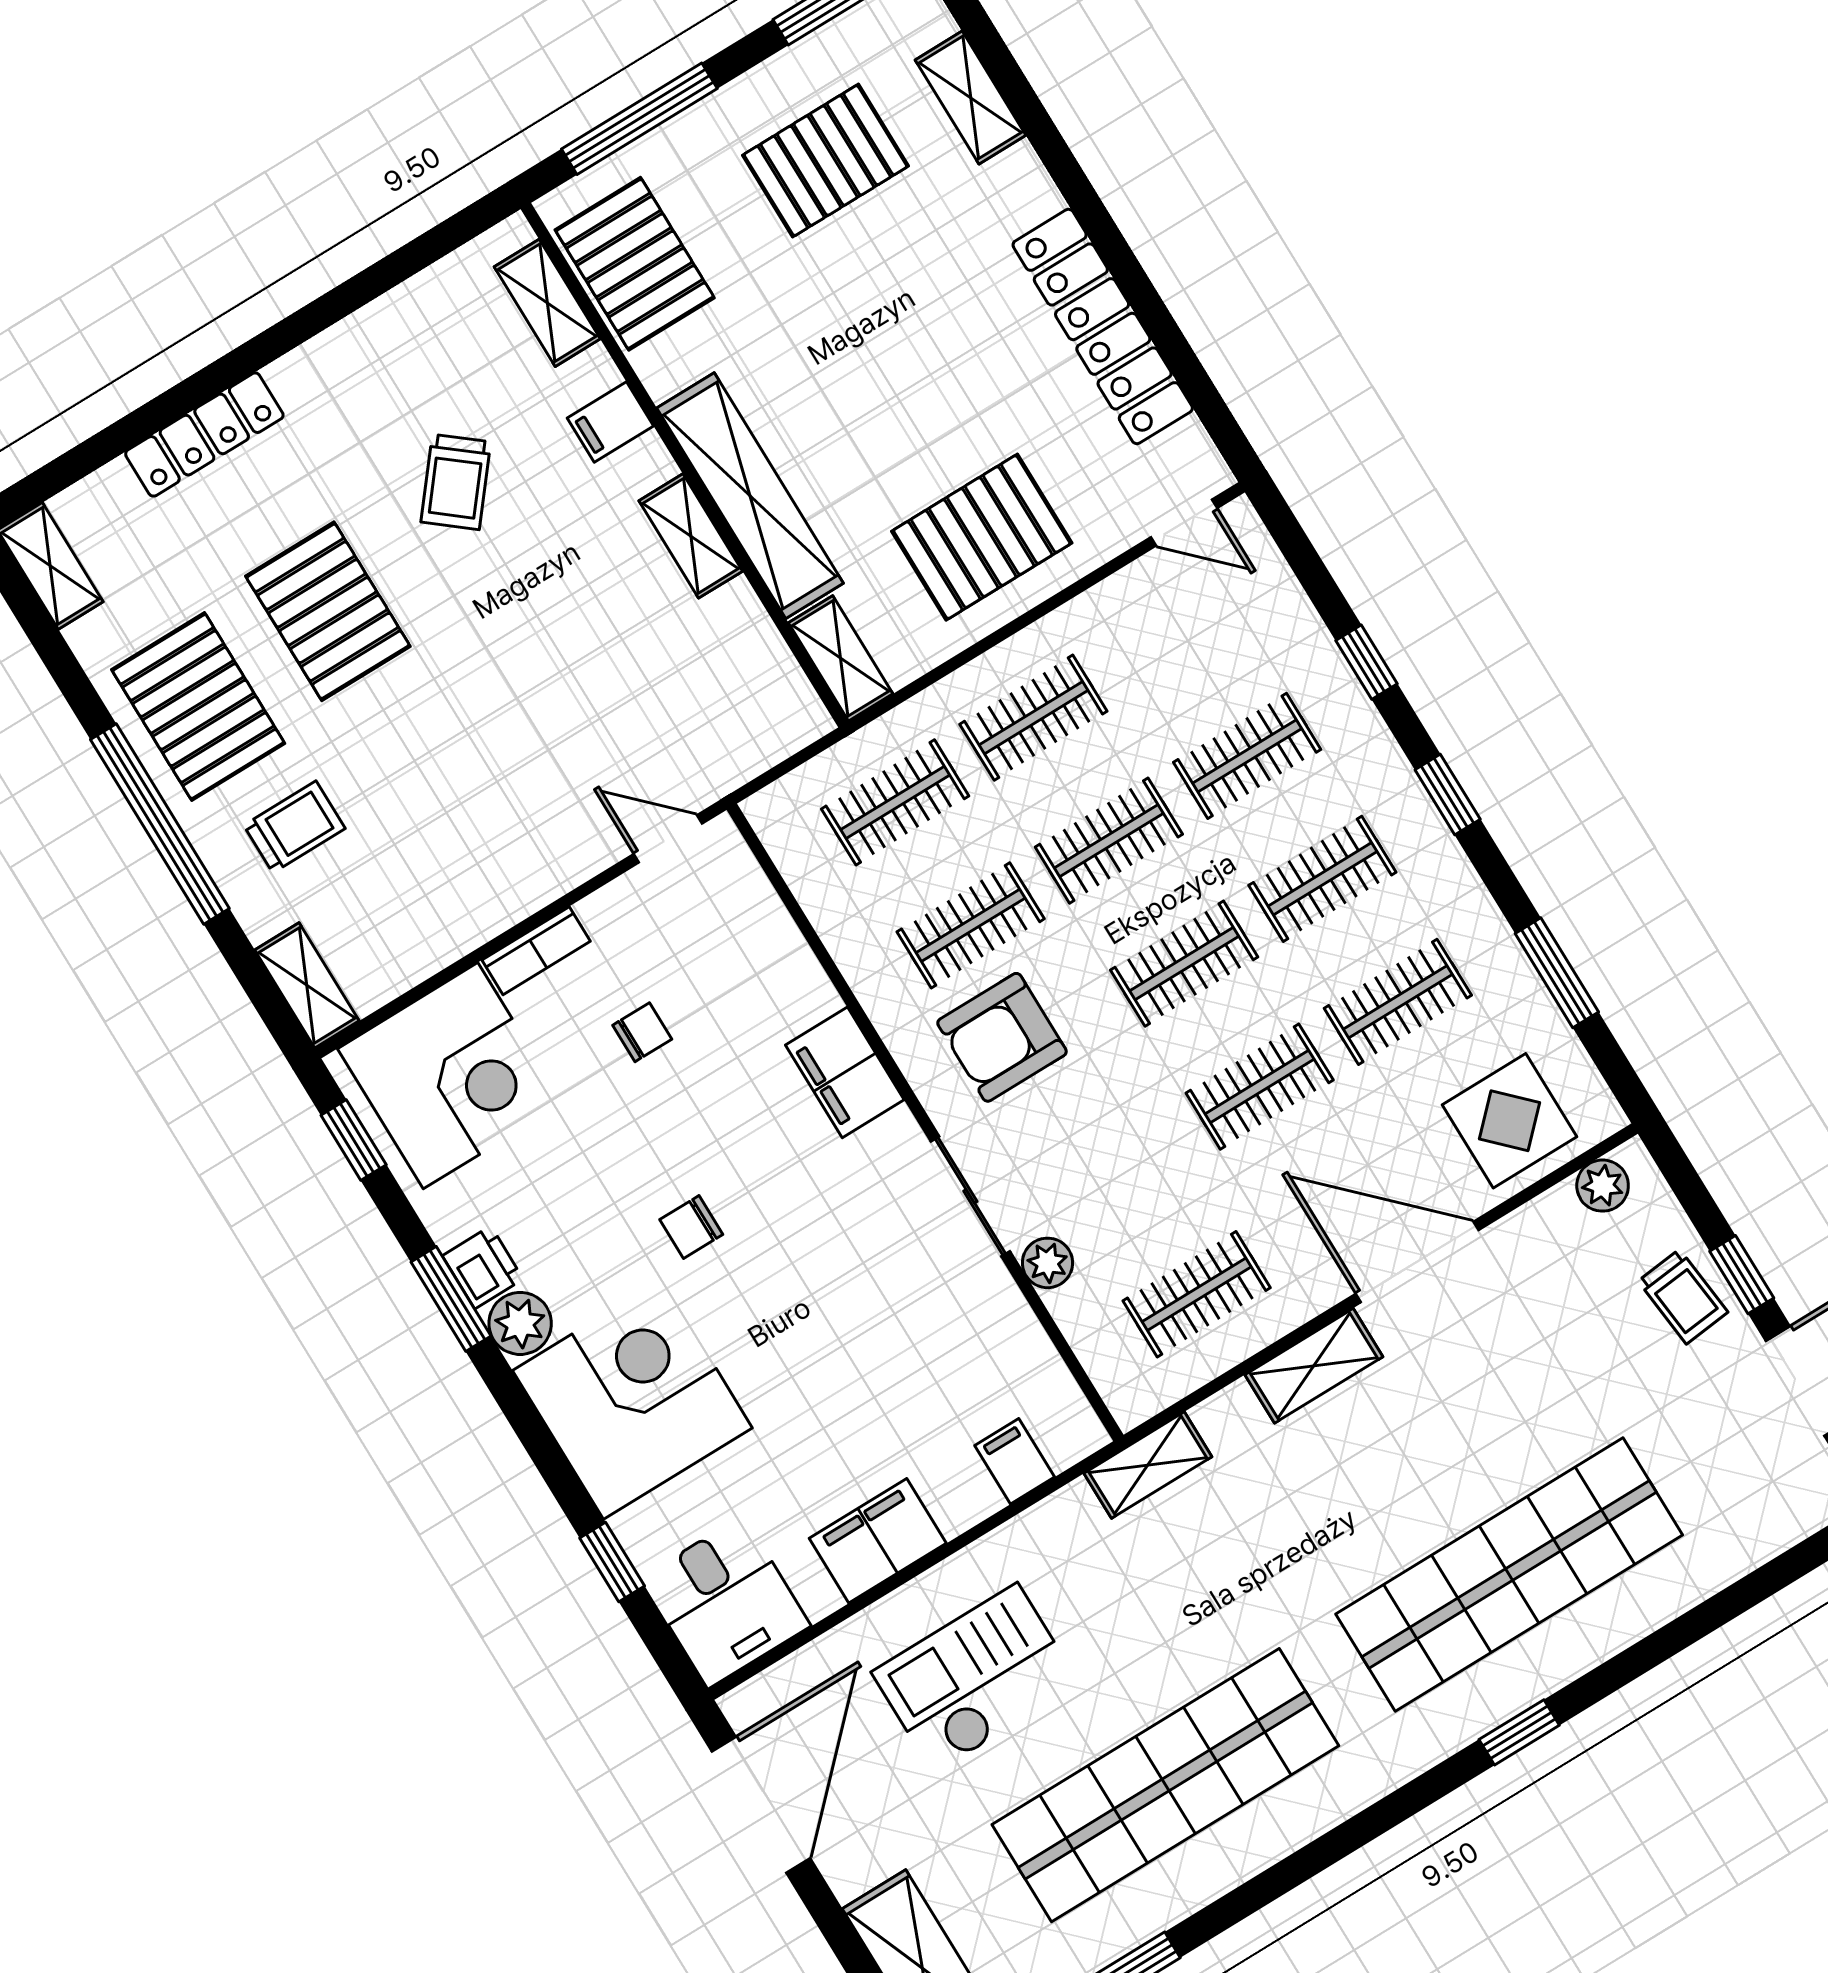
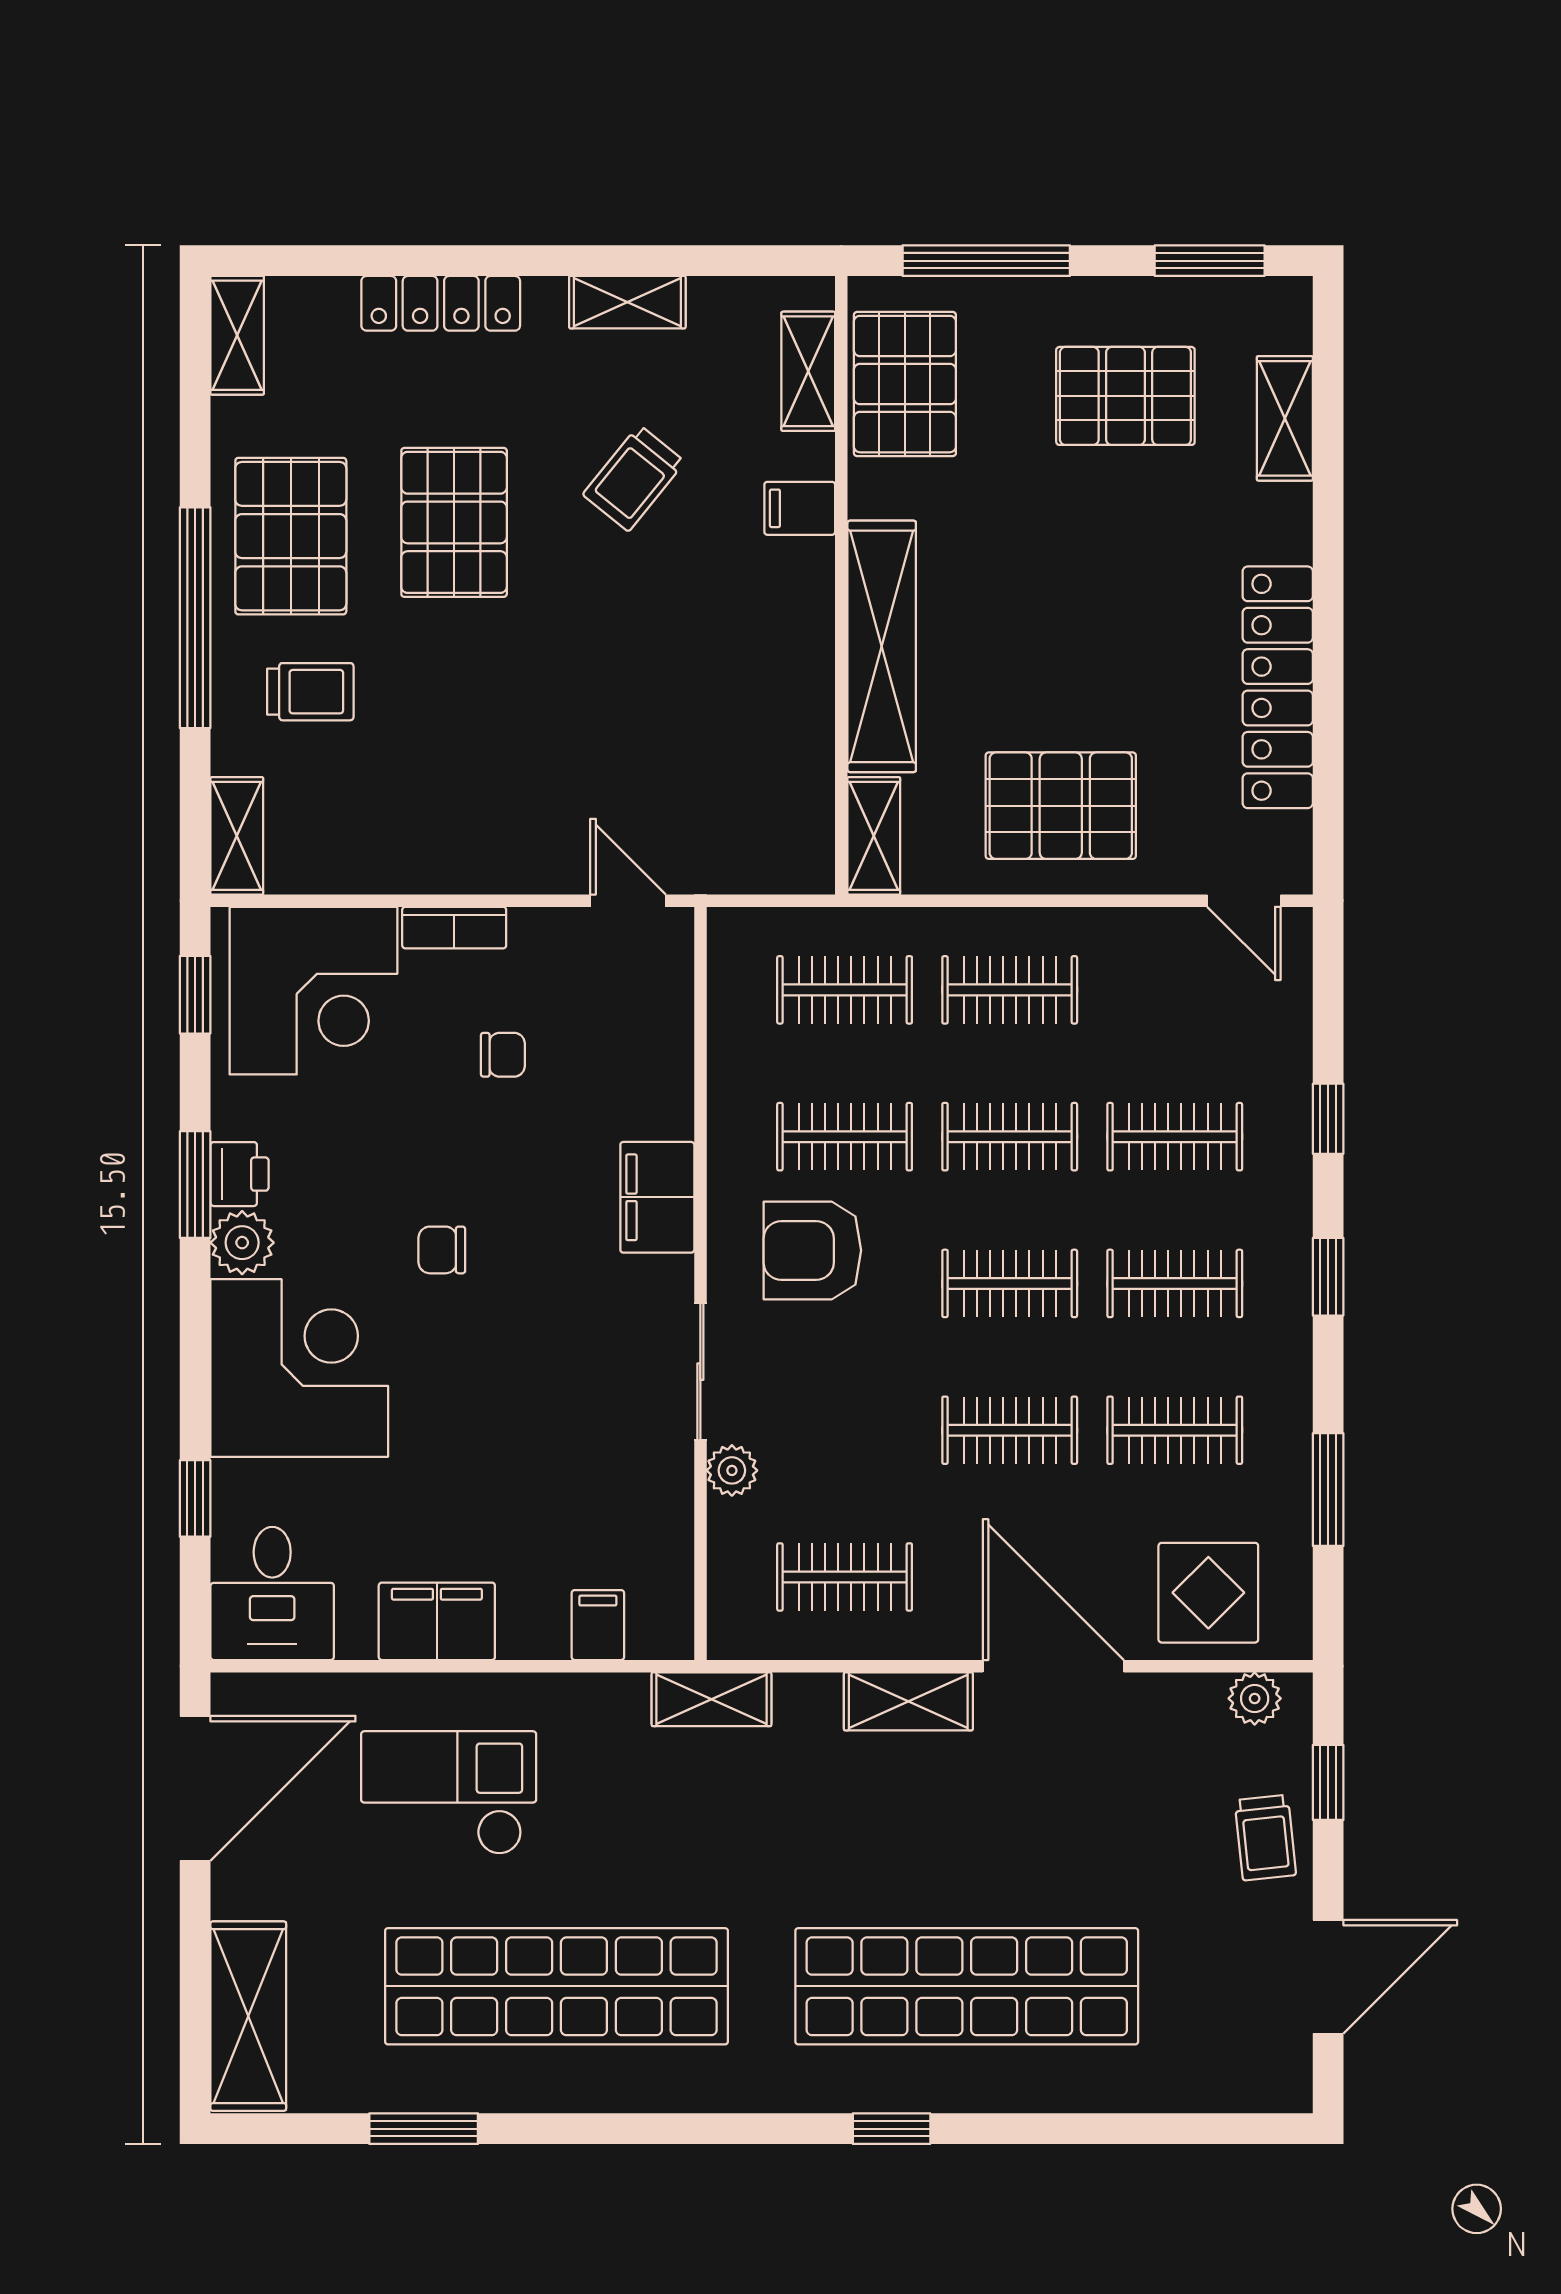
shelving: (691, 536) -> (627, 302), moved, turned 90
window: (1742, 1275) -> (1328, 1782), moved

